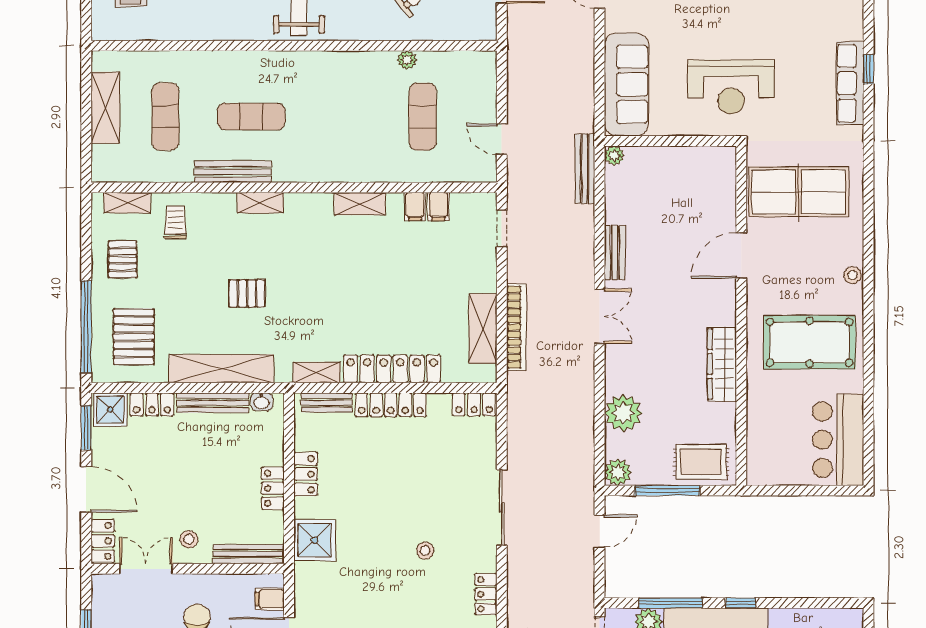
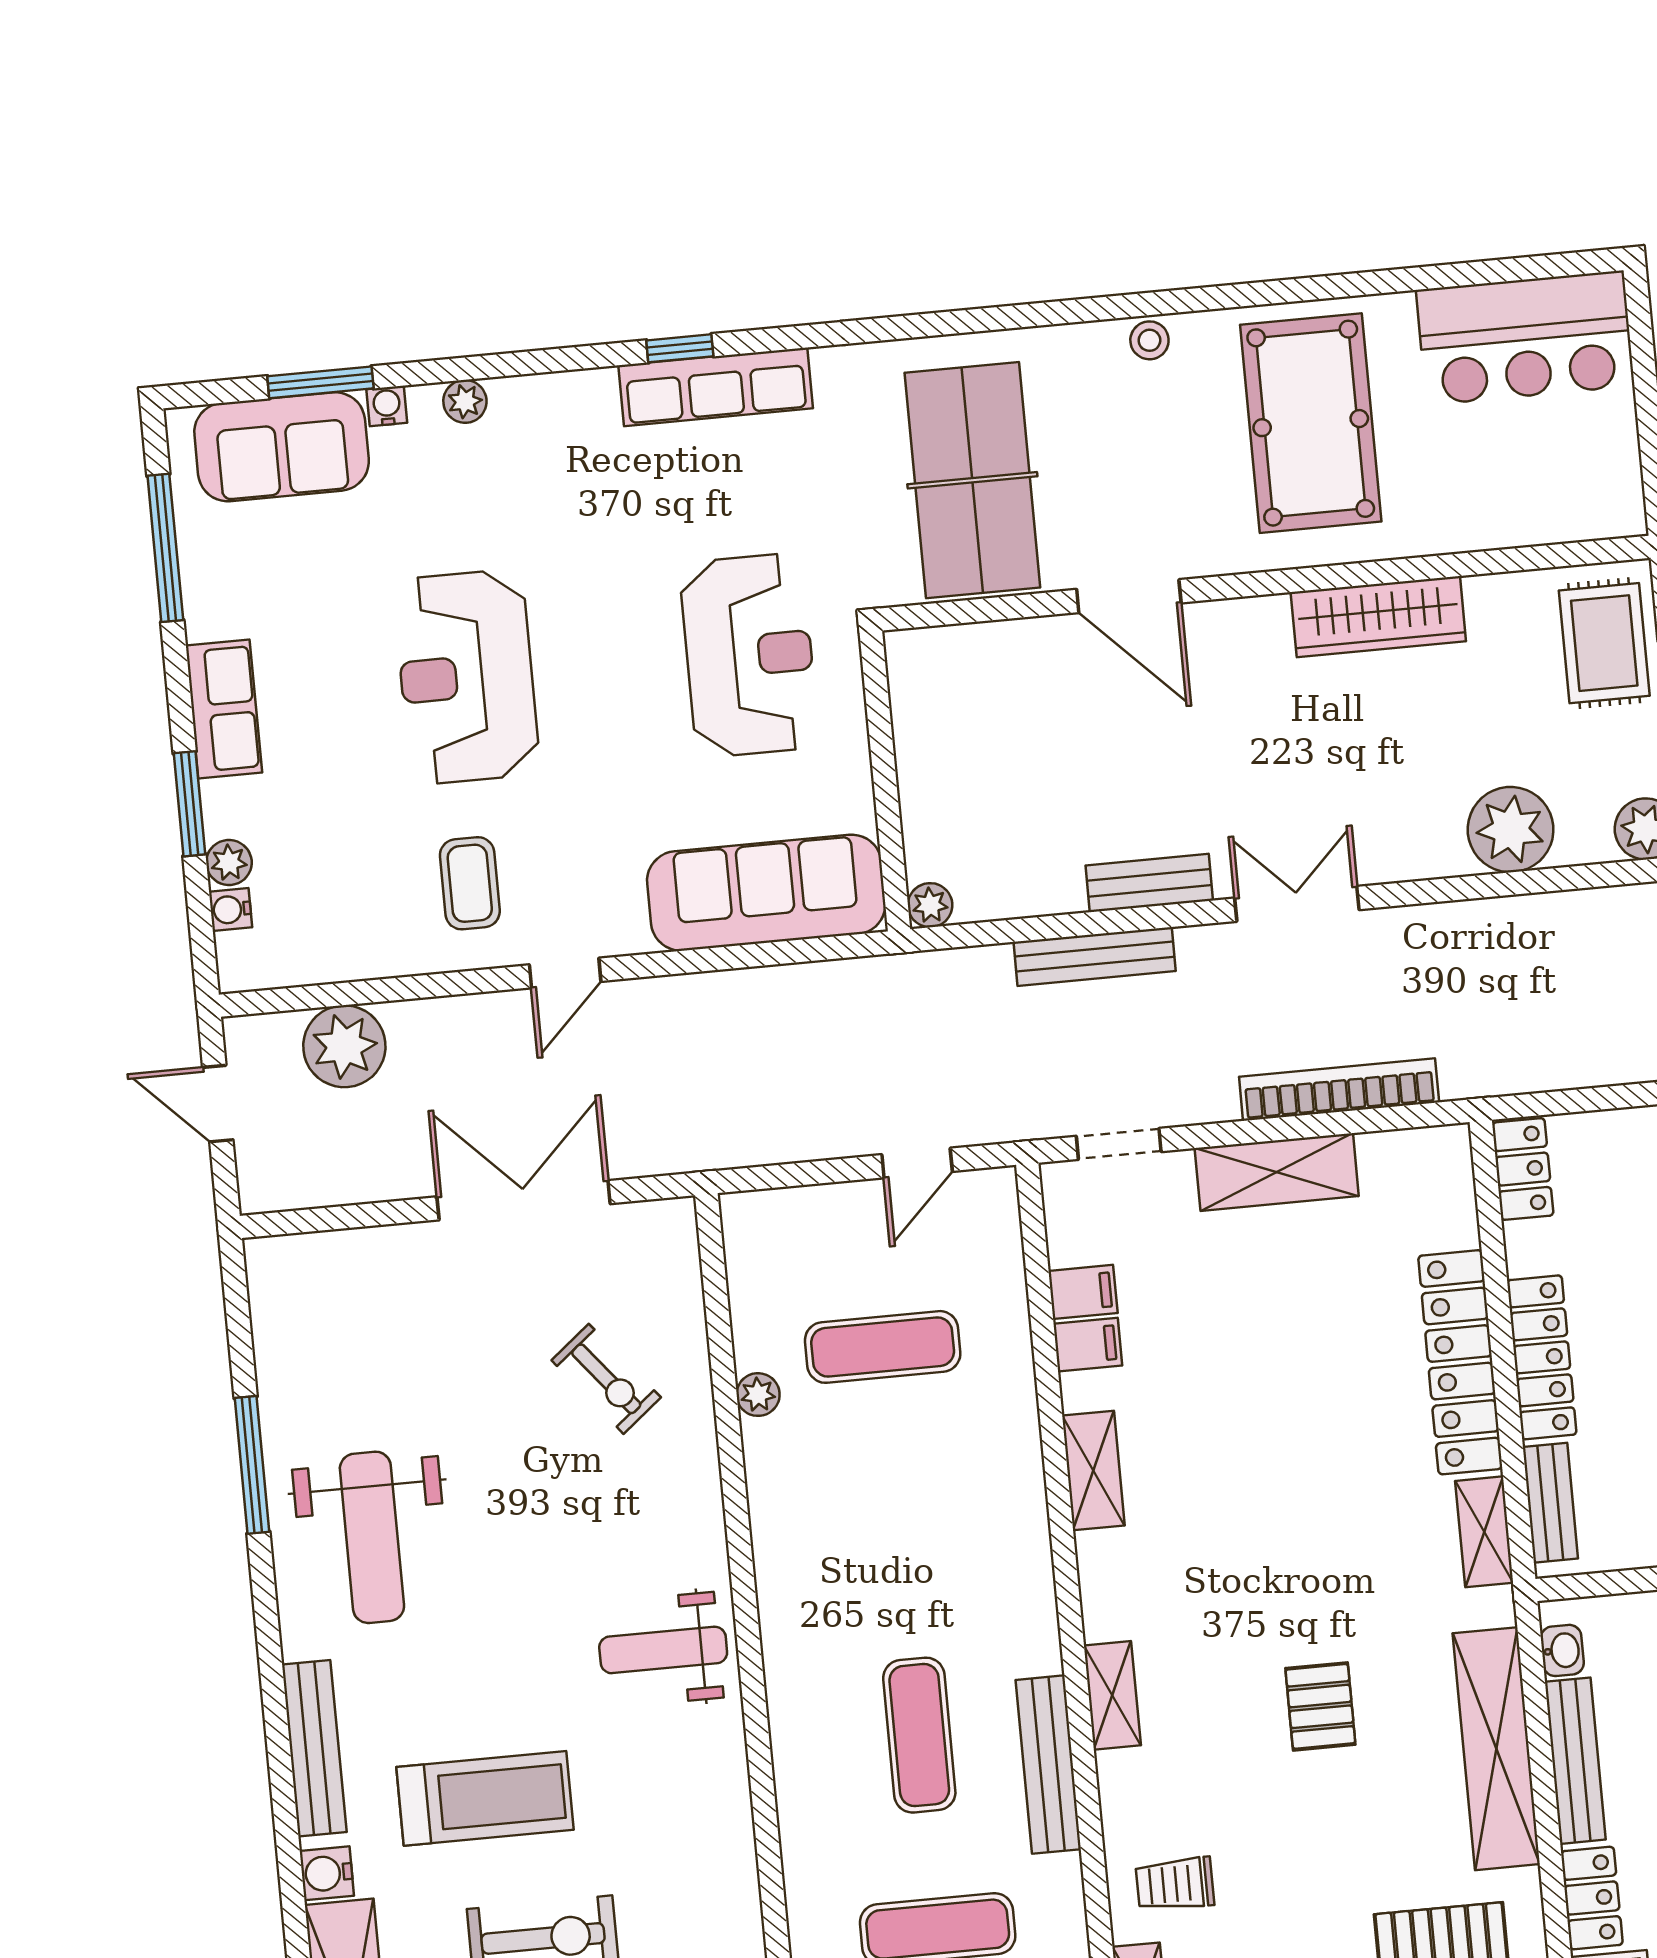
bench: (585, 169) -> (1095, 956), moved
shelving: (483, 329) -> (1277, 1172), moved

